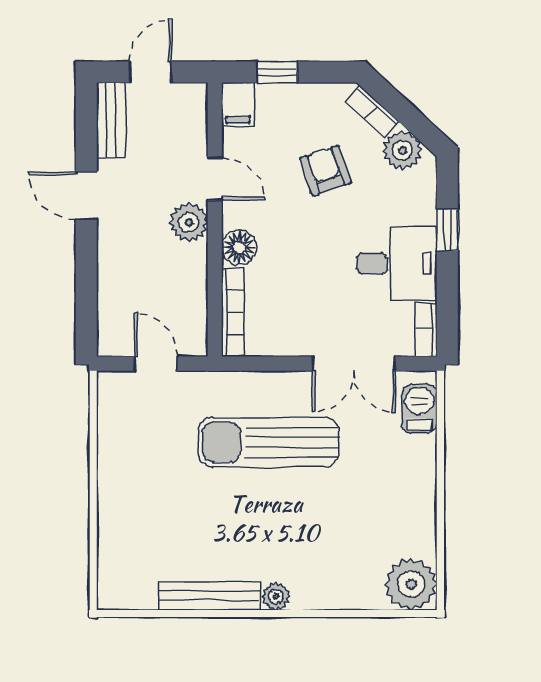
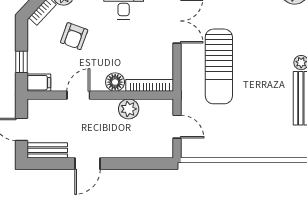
armchair: (325, 171) -> (74, 36), turned -51
plant: (189, 222) -> (129, 109), moved
door: (156, 364) -> (177, 127), swing flipped

